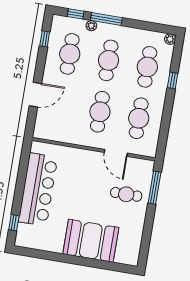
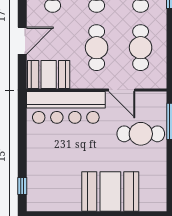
booth: (54, 128) -> (49, 74), added
bar counter: (38, 189) -> (66, 107), moved, turned 90
cafe table: (126, 194) -> (141, 134), width x1.37, depth x1.35

